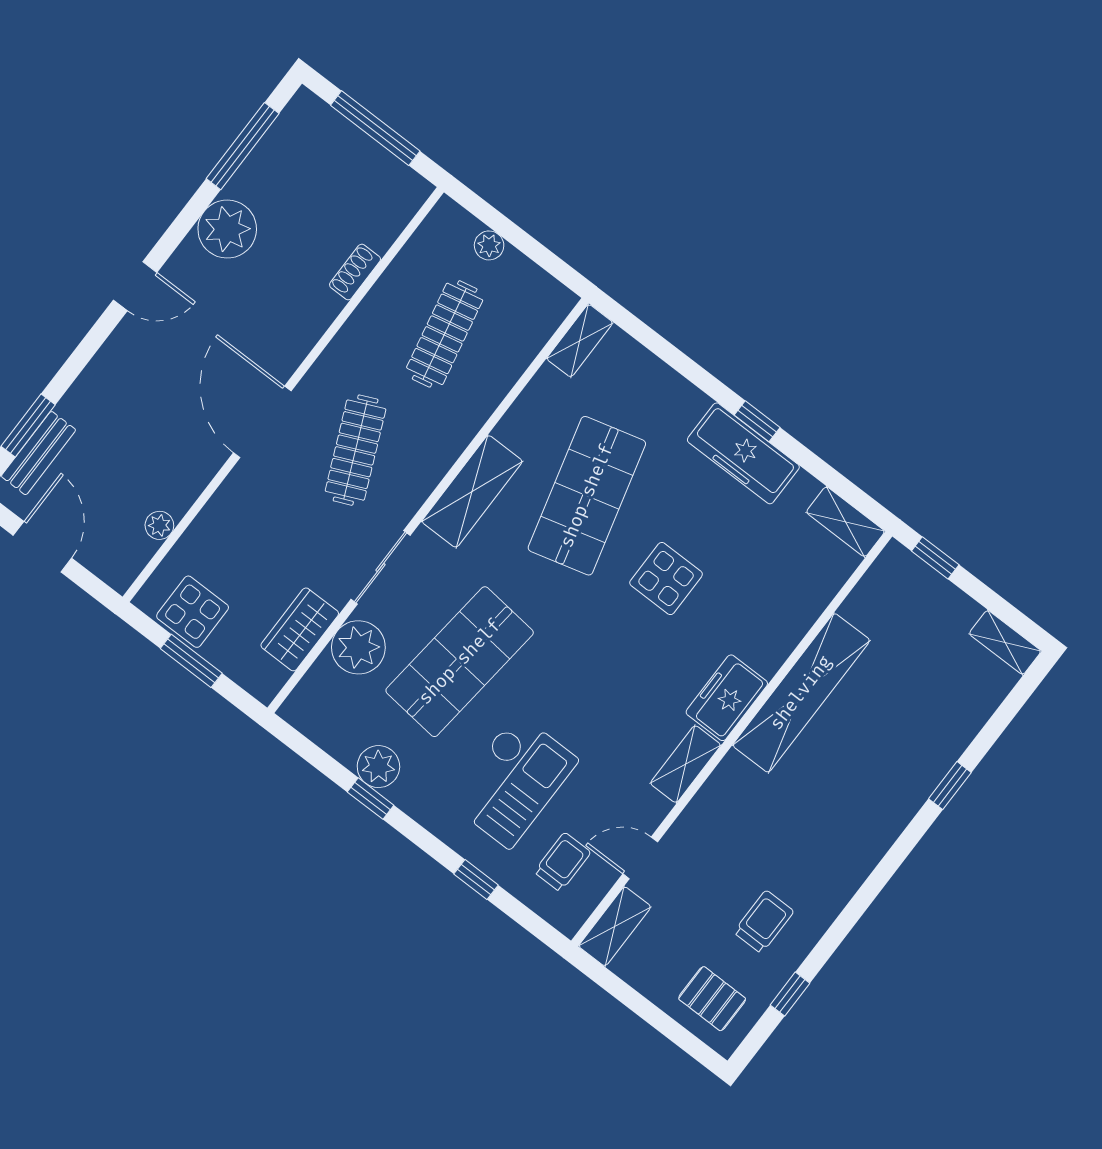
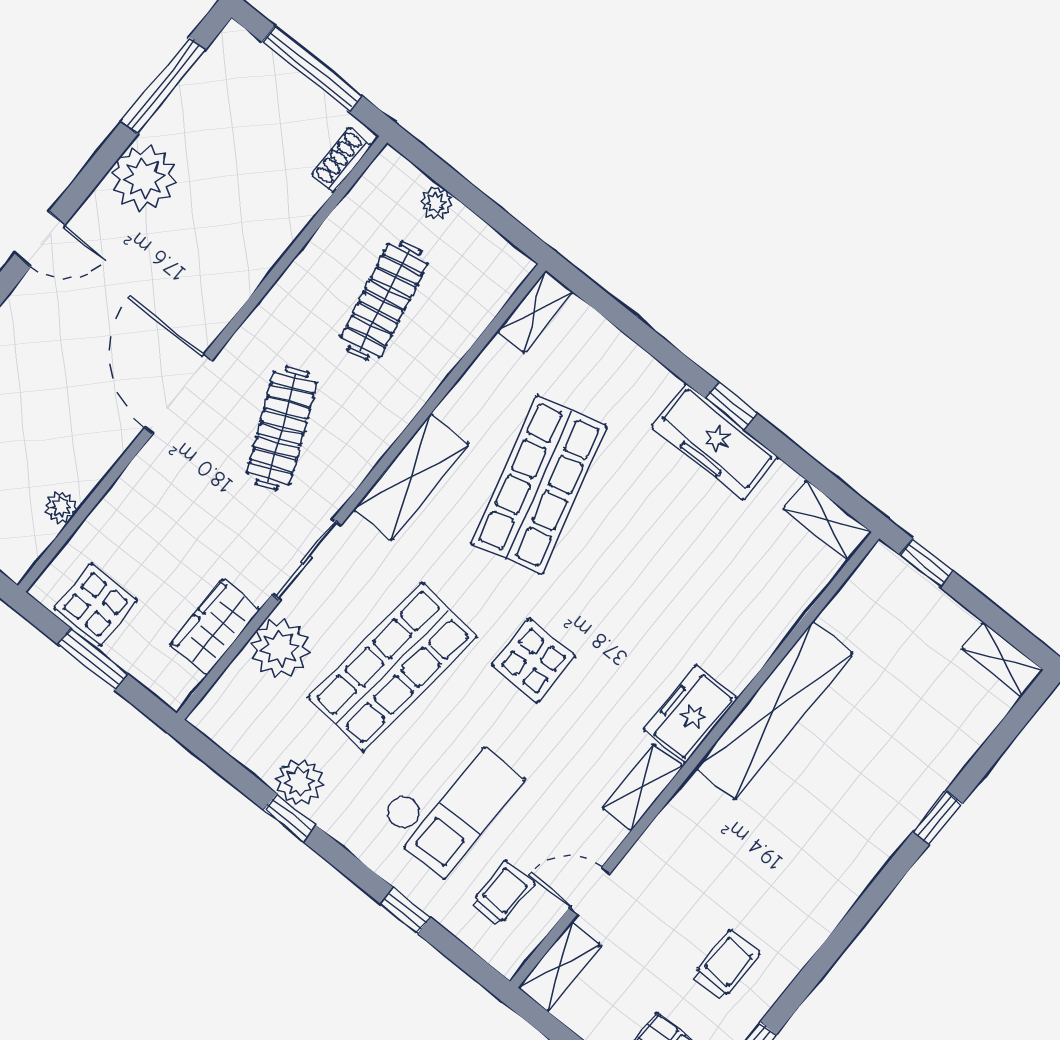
shoe rack: (355, 272) -> (341, 160), moved
display table: (666, 579) -> (534, 661), moved

